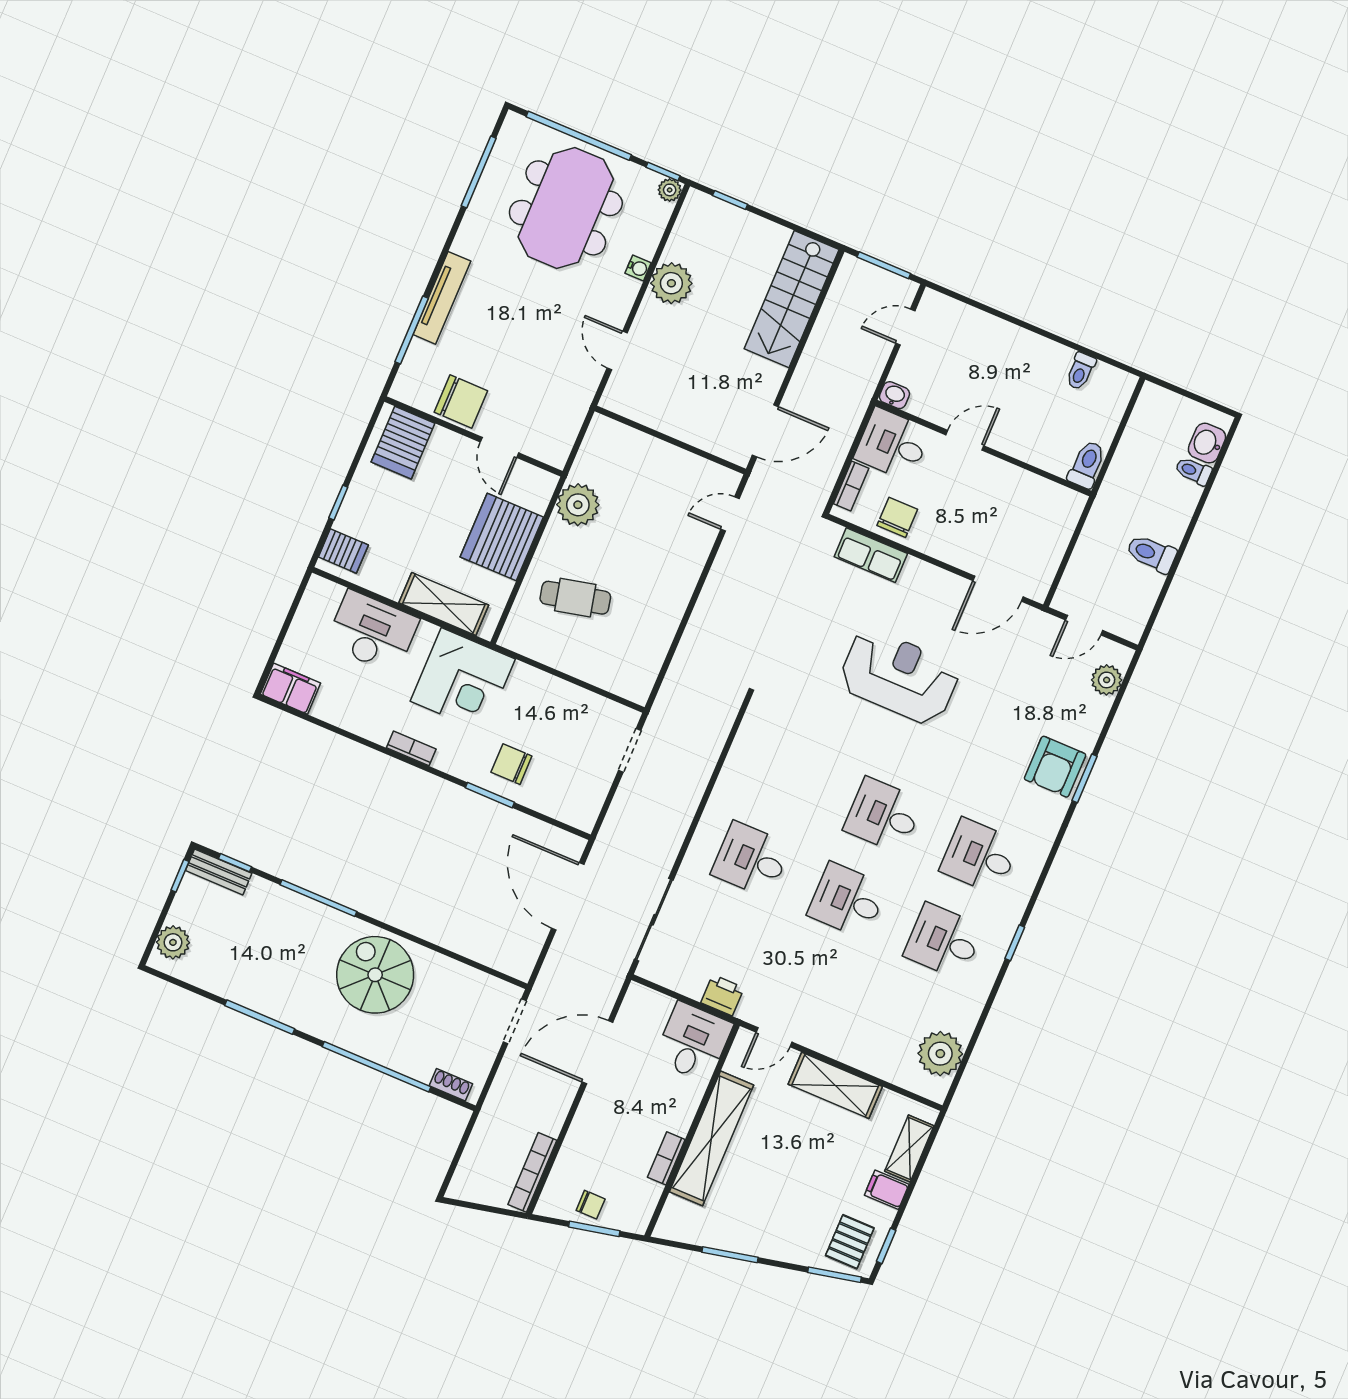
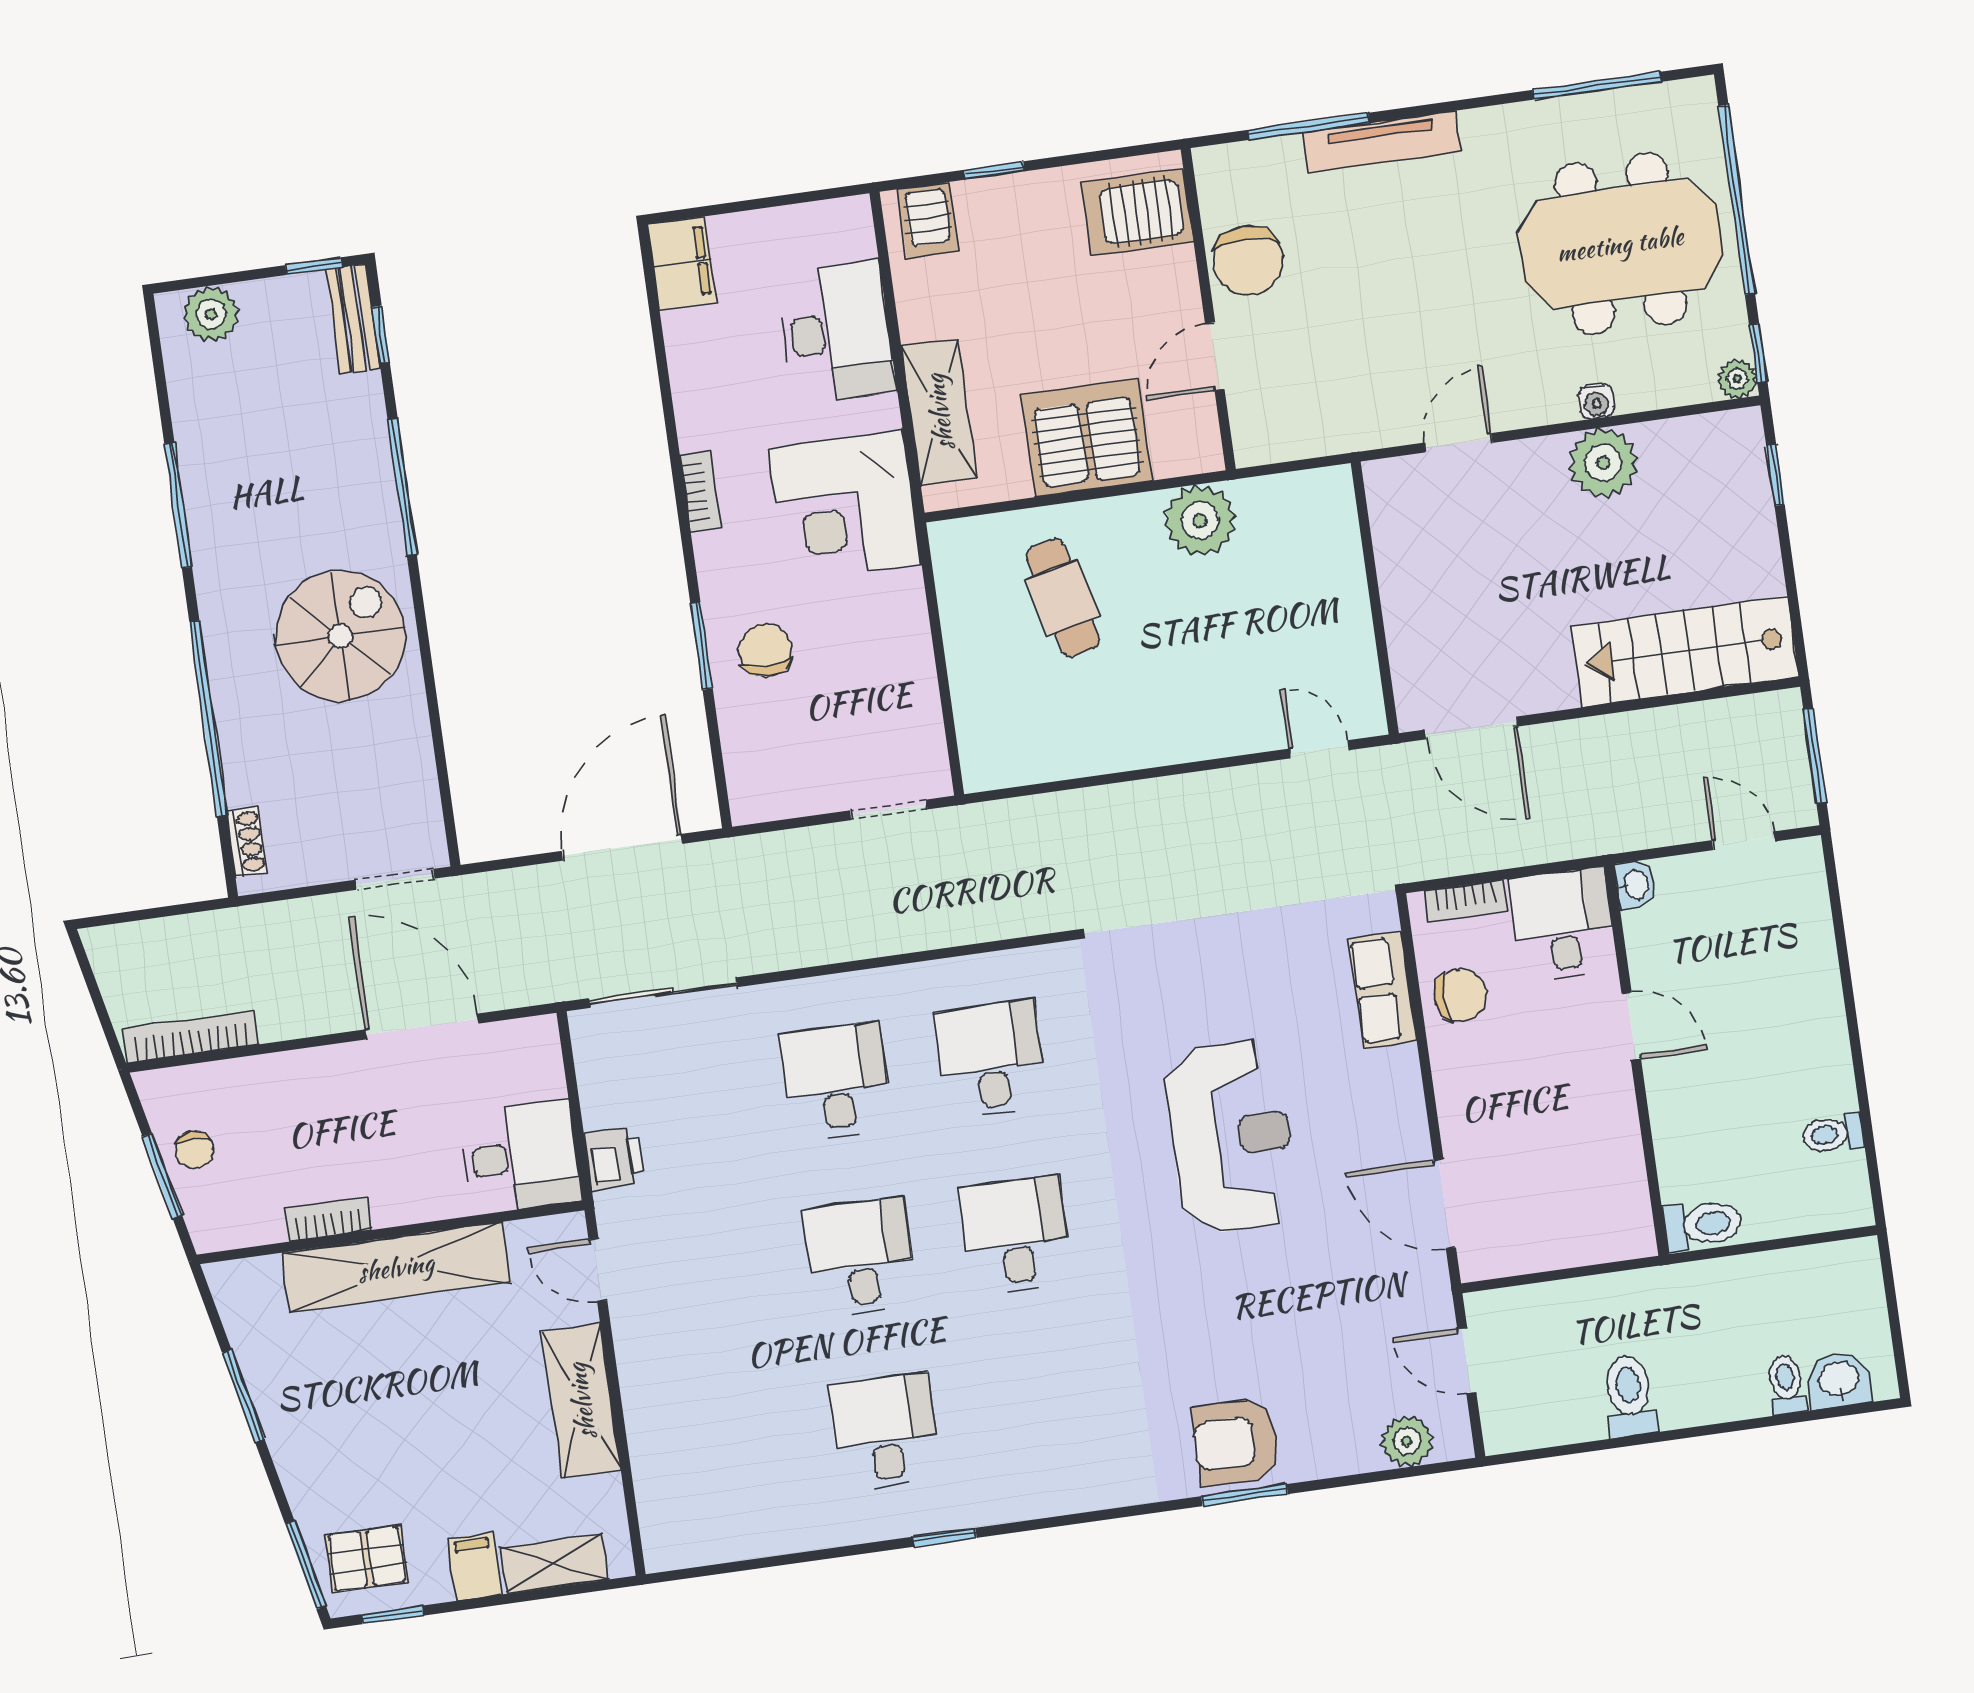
desk: (980, 856) -> (991, 1060), moved
plant: (940, 1054) -> (719, 1526), removed

